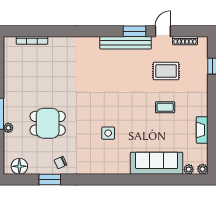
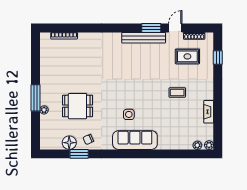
rug: (166, 71) -> (187, 56), moved
sofa: (157, 163) -> (135, 140), moved
floor lamp: (19, 166) -> (69, 143), moved

